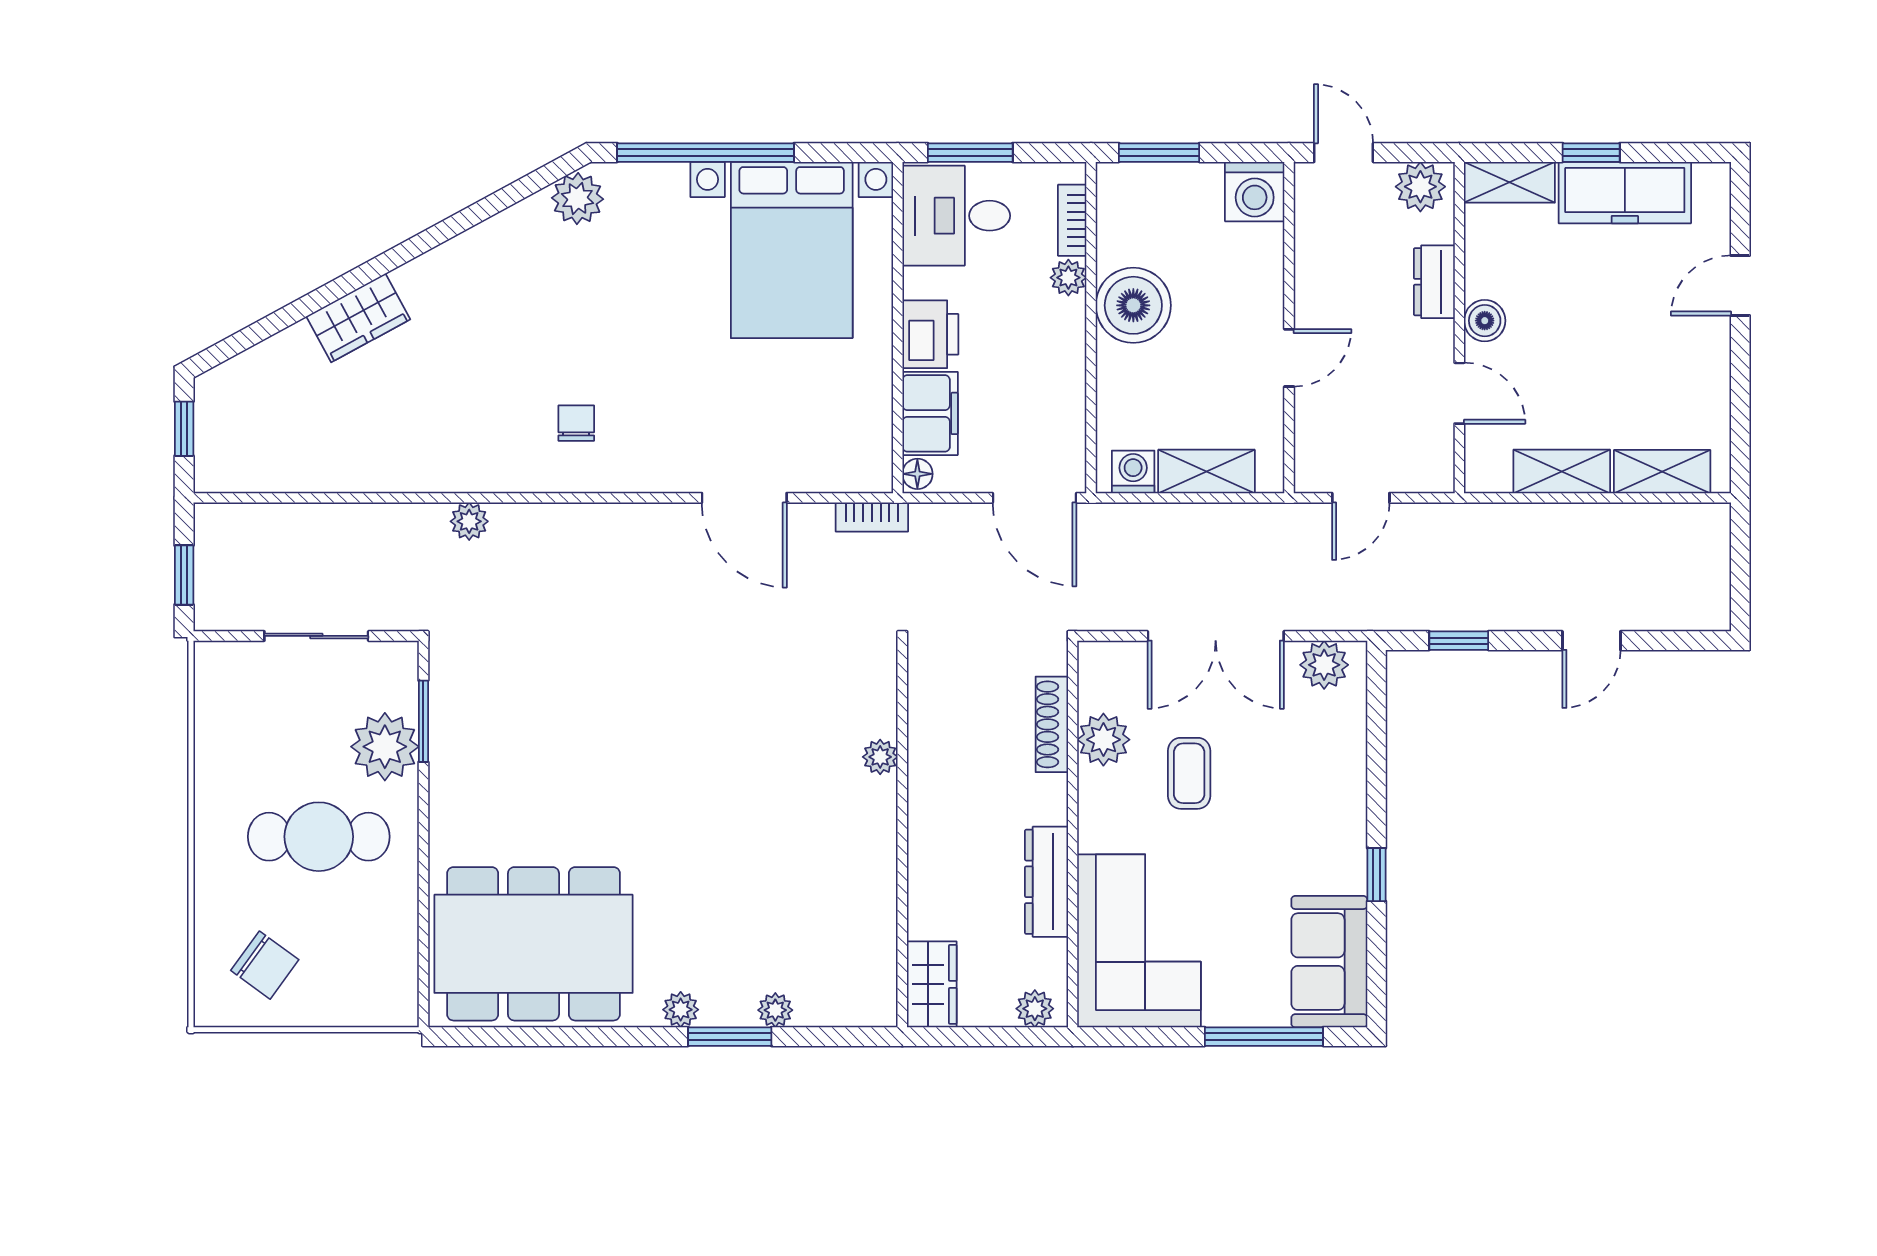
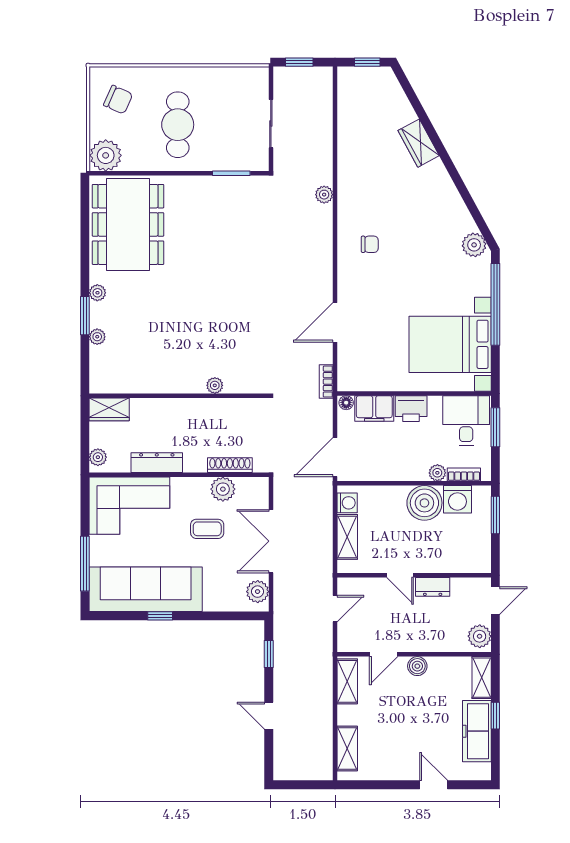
washing machine: (1255, 192) -> (457, 499), moved, turned -90
dresser: (1434, 282) -> (433, 587), moved, turned 180
shelving: (1562, 471) -> (347, 681), moved
door: (1361, 498) -> (335, 609), swing flipped
plant: (385, 747) -> (106, 155), moved
sofa: (1329, 962) -> (146, 589), width x1.85, depth x1.27
chair: (265, 965) -> (118, 100), turned -102

